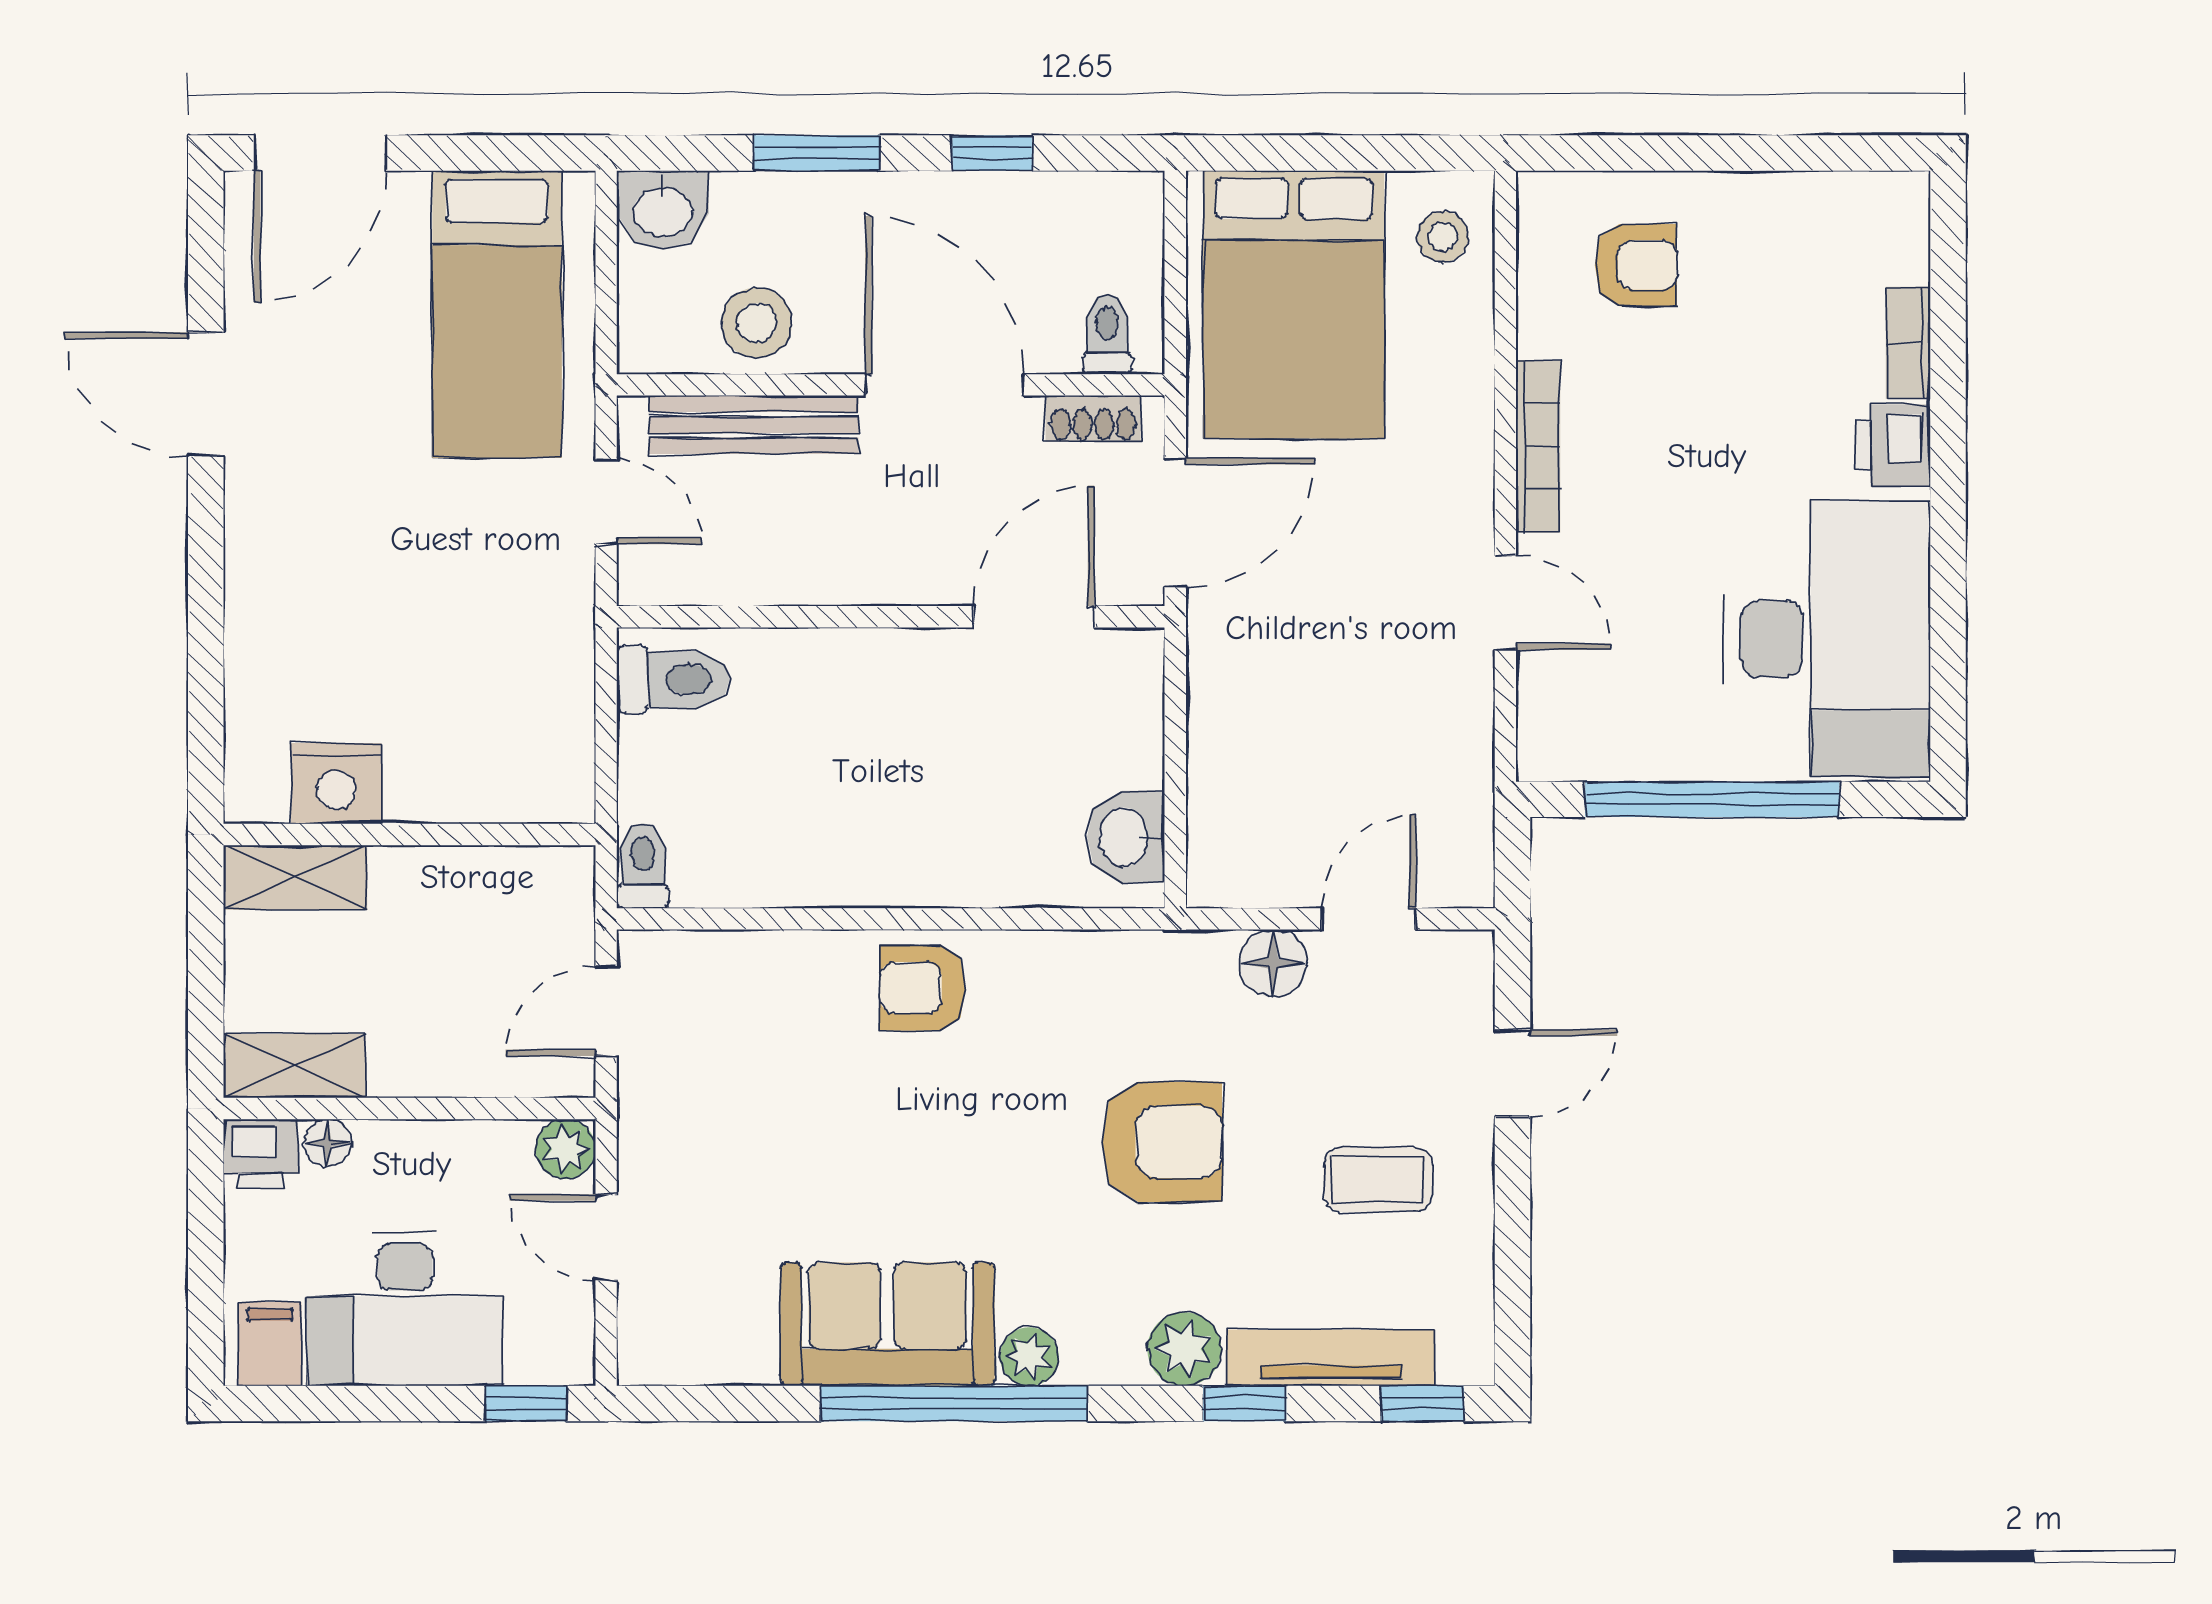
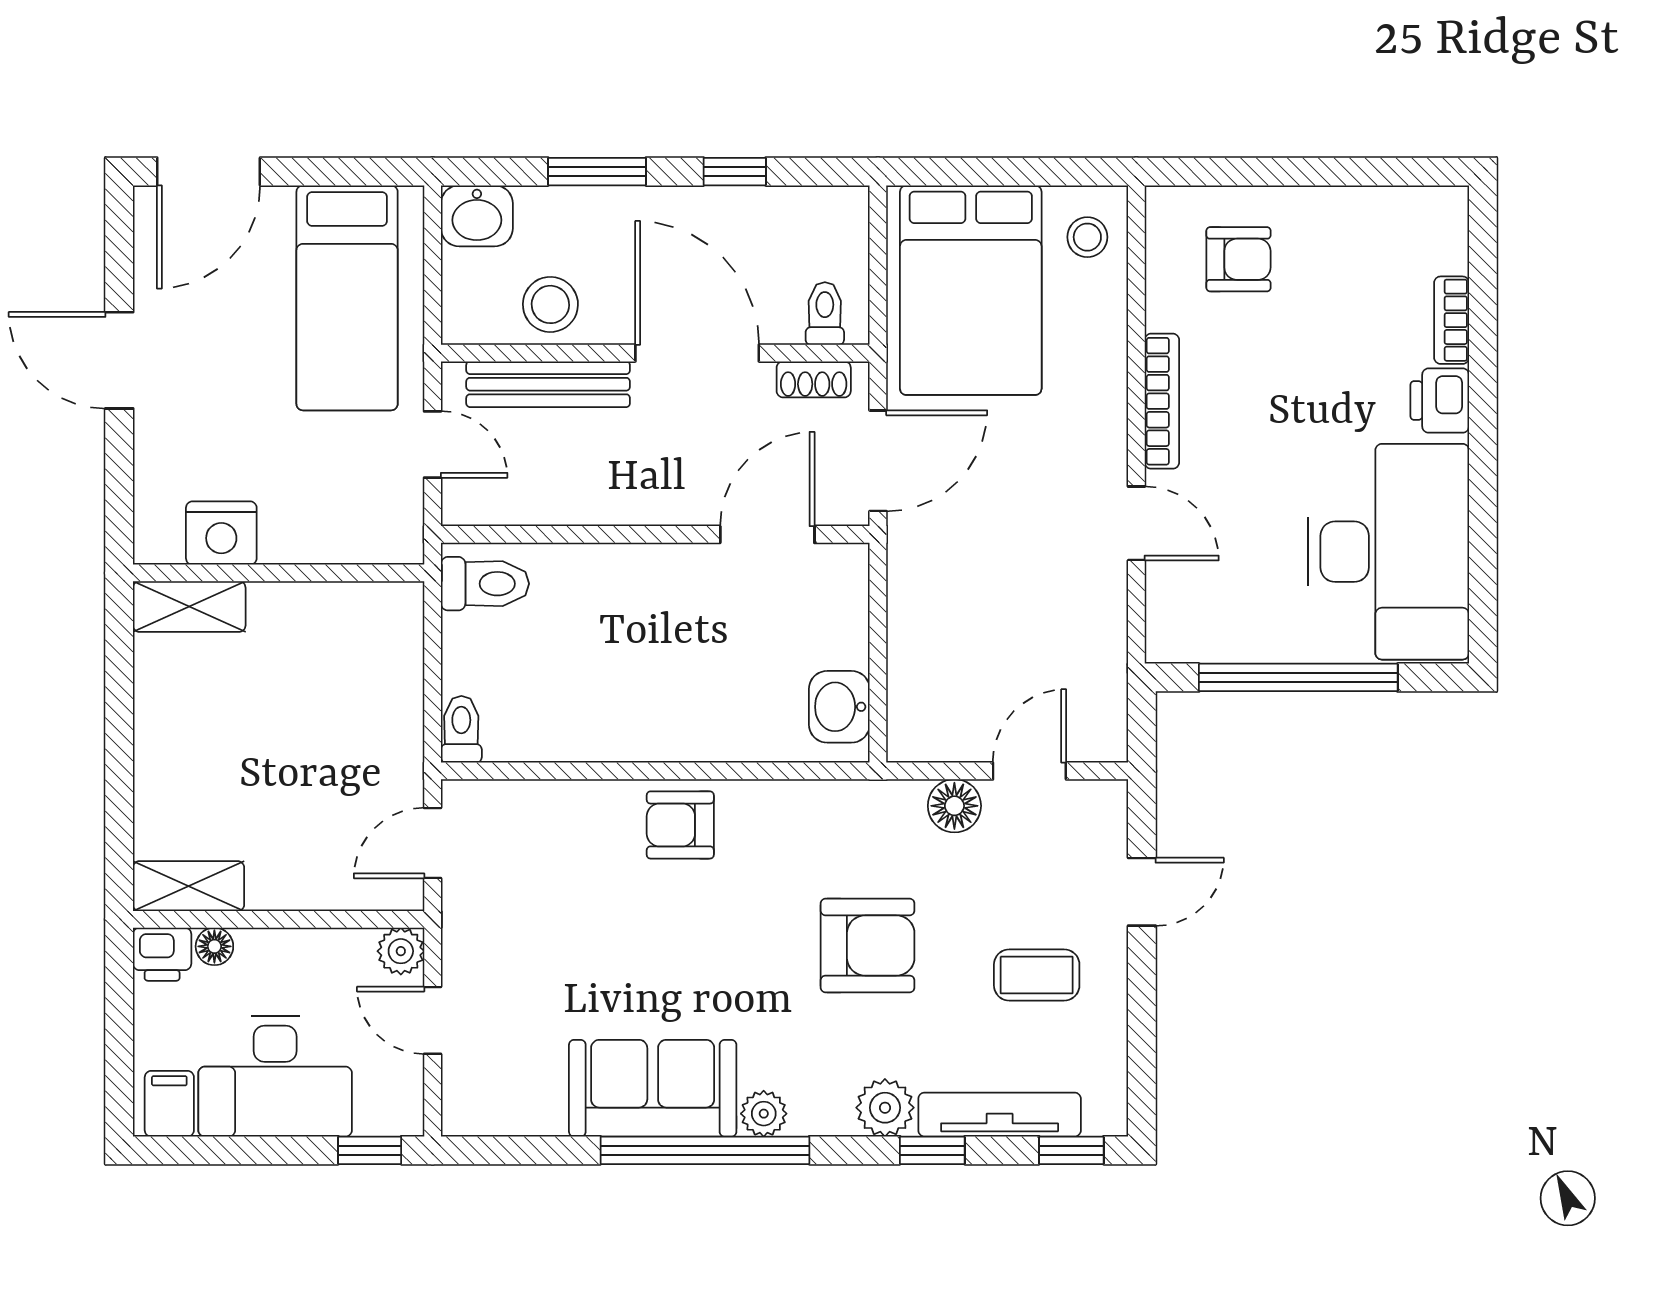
nightstand: (336, 783) -> (221, 533), moved
wall: (409, 835) -> (279, 573), moved
shelving: (295, 877) -> (189, 607), moved

